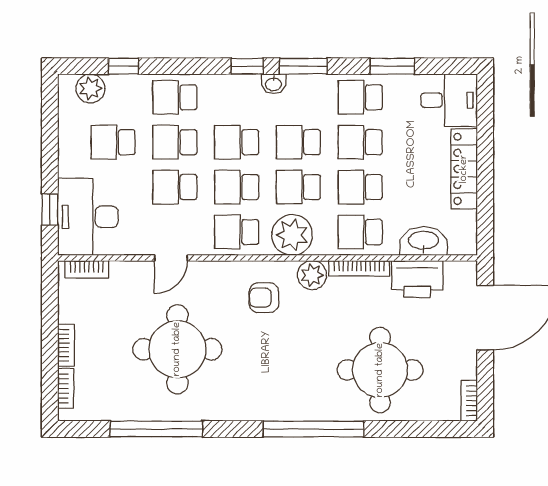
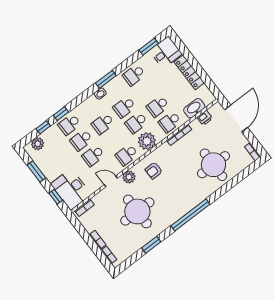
window: (247, 66) -> (61, 114), moved
window: (392, 66) -> (149, 47), moved
window: (50, 137) -> (36, 172), added
school desk: (113, 142) -> (60, 156), removed
school desk: (360, 142) -> (146, 91), removed
school desk: (237, 187) -> (115, 139), removed
door: (171, 258) -> (111, 181), swing flipped
plant: (312, 275) -> (129, 177), moved
printer: (417, 279) -> (205, 118), width x0.53, depth x0.68
window: (156, 429) -> (151, 245), width x0.47
window: (313, 429) -> (190, 215), moved

